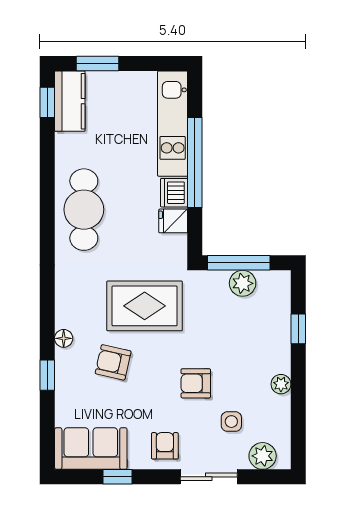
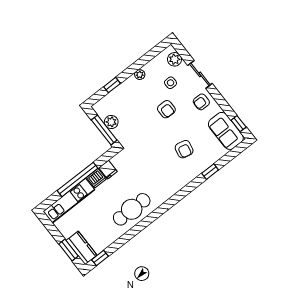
kitchen counter: (70, 101) -> (81, 248), moved, turned 90
rug: (145, 306) -> (151, 154), removed
floor lamp: (64, 338) -> (190, 177), removed
window: (118, 477) -> (239, 124), moved

